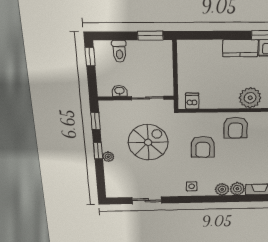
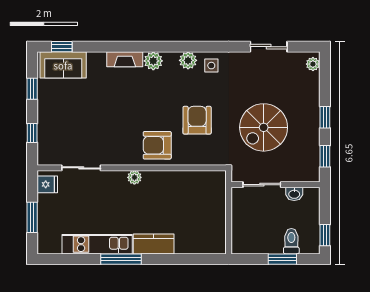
window: (150, 36) -> (282, 259), moved
plant: (250, 98) -> (134, 177), width x0.53, depth x0.53
dishwasher: (192, 101) -> (210, 180), removed
armchair: (236, 128) -> (157, 145), turned -90
plant: (108, 157) -> (313, 64), moved
plant: (222, 189) -> (188, 60), moved

